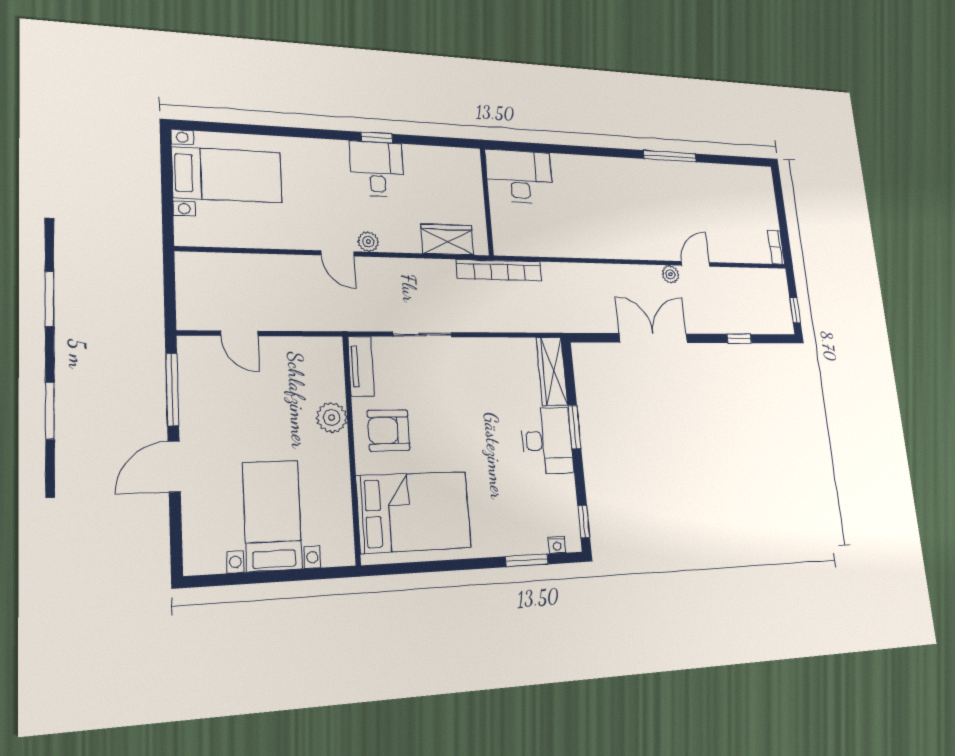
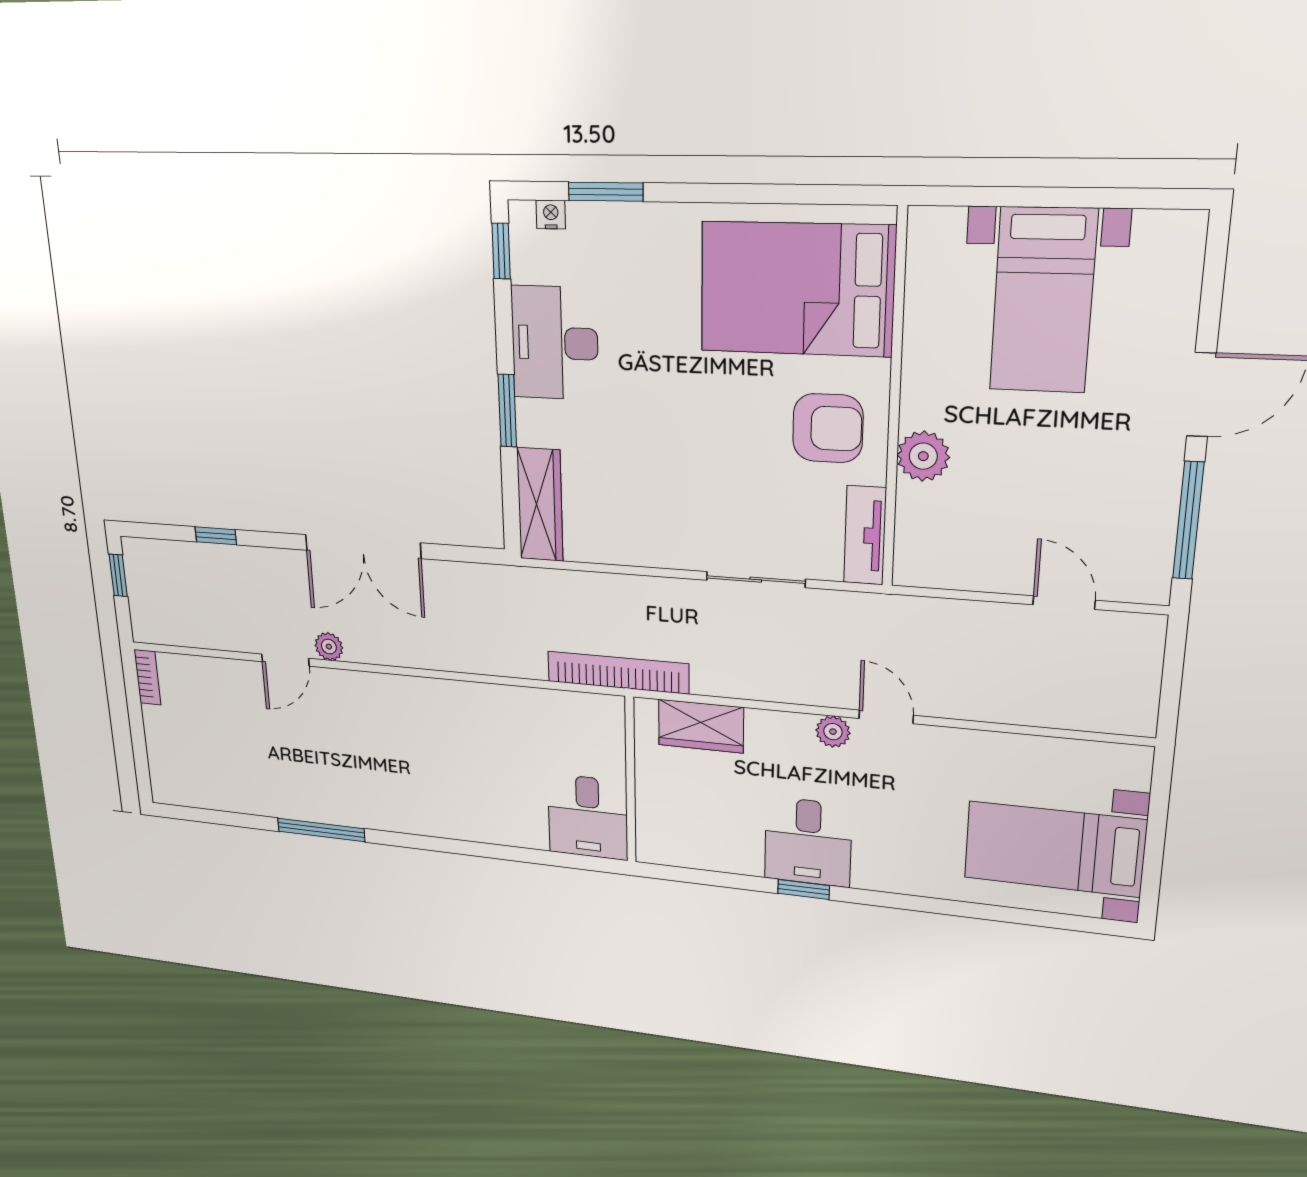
desk: (519, 176) -> (588, 817), width x0.73
desk: (547, 441) -> (555, 343), moved

